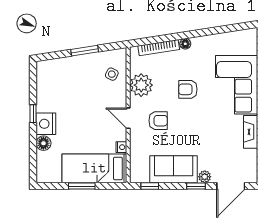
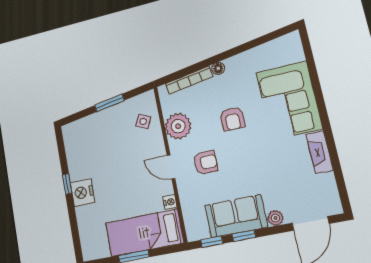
armchair: (188, 89) -> (232, 119), turned -90
floor lamp: (43, 143) -> (84, 215), removed
window: (196, 186) -> (244, 236), moved

